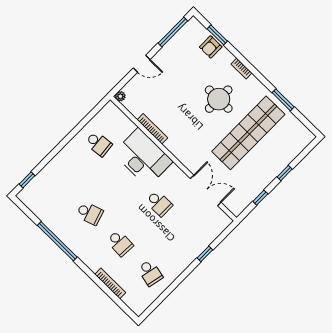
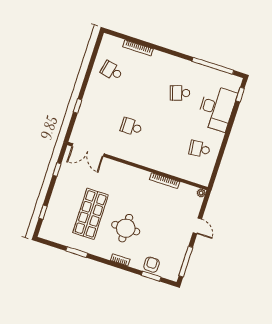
door: (142, 64) -> (197, 226), swing flipped
shop shelf: (248, 133) -> (91, 214), width x0.71
desk: (143, 157) -> (217, 108), moved, turned -90
window: (285, 173) -> (43, 212), moved
double door: (206, 190) -> (88, 150), moved
window: (57, 241) -> (213, 66), moved
school desk: (120, 243) -> (146, 82), removed

